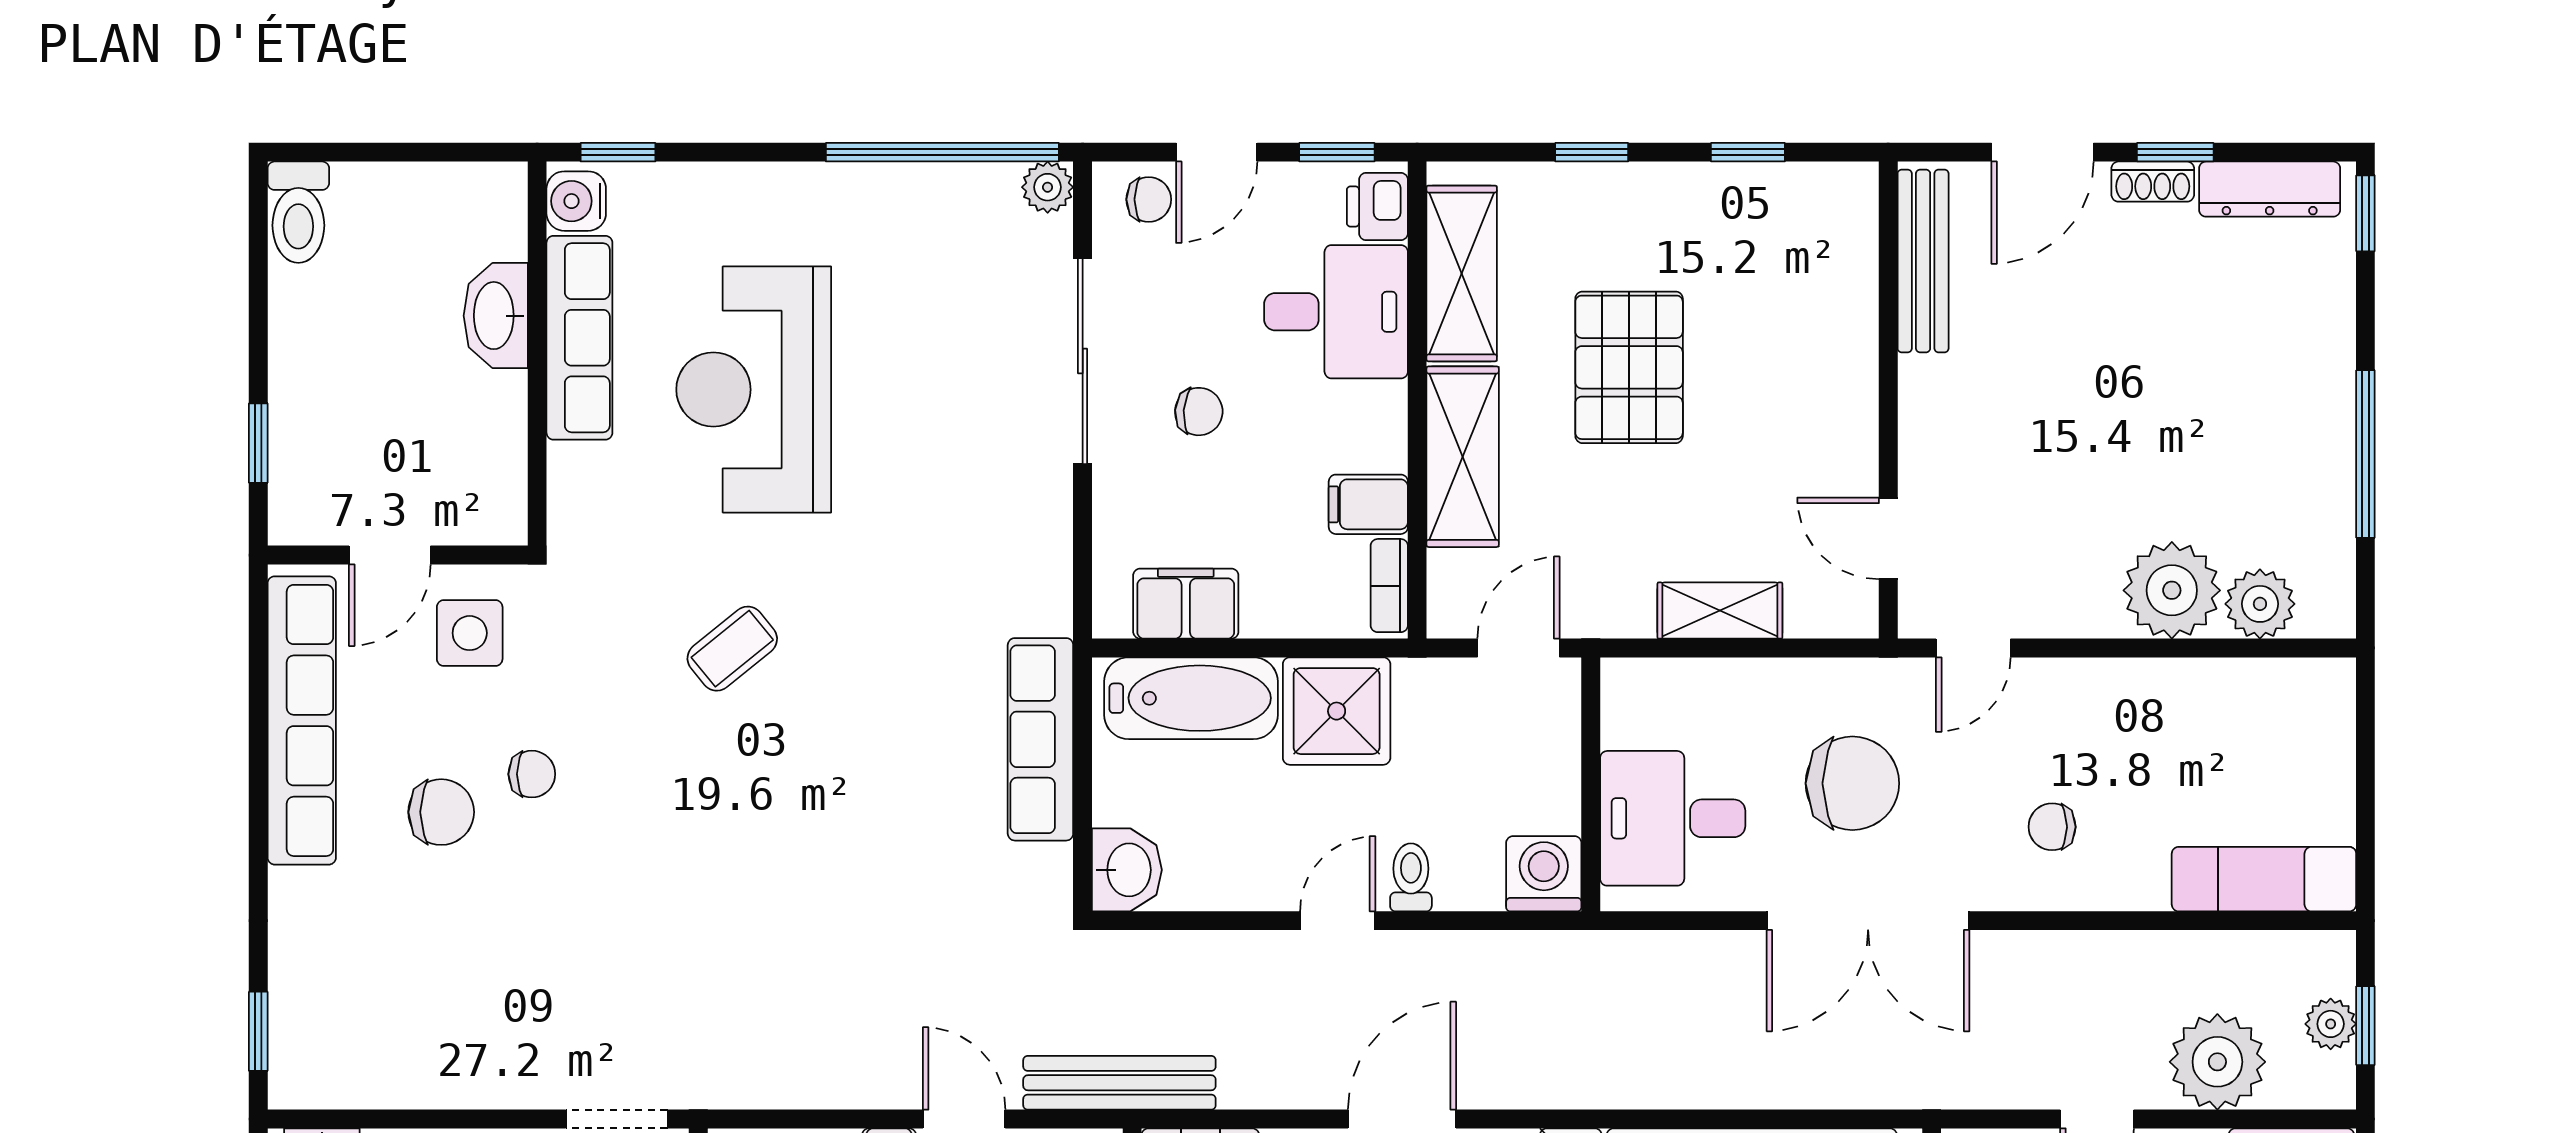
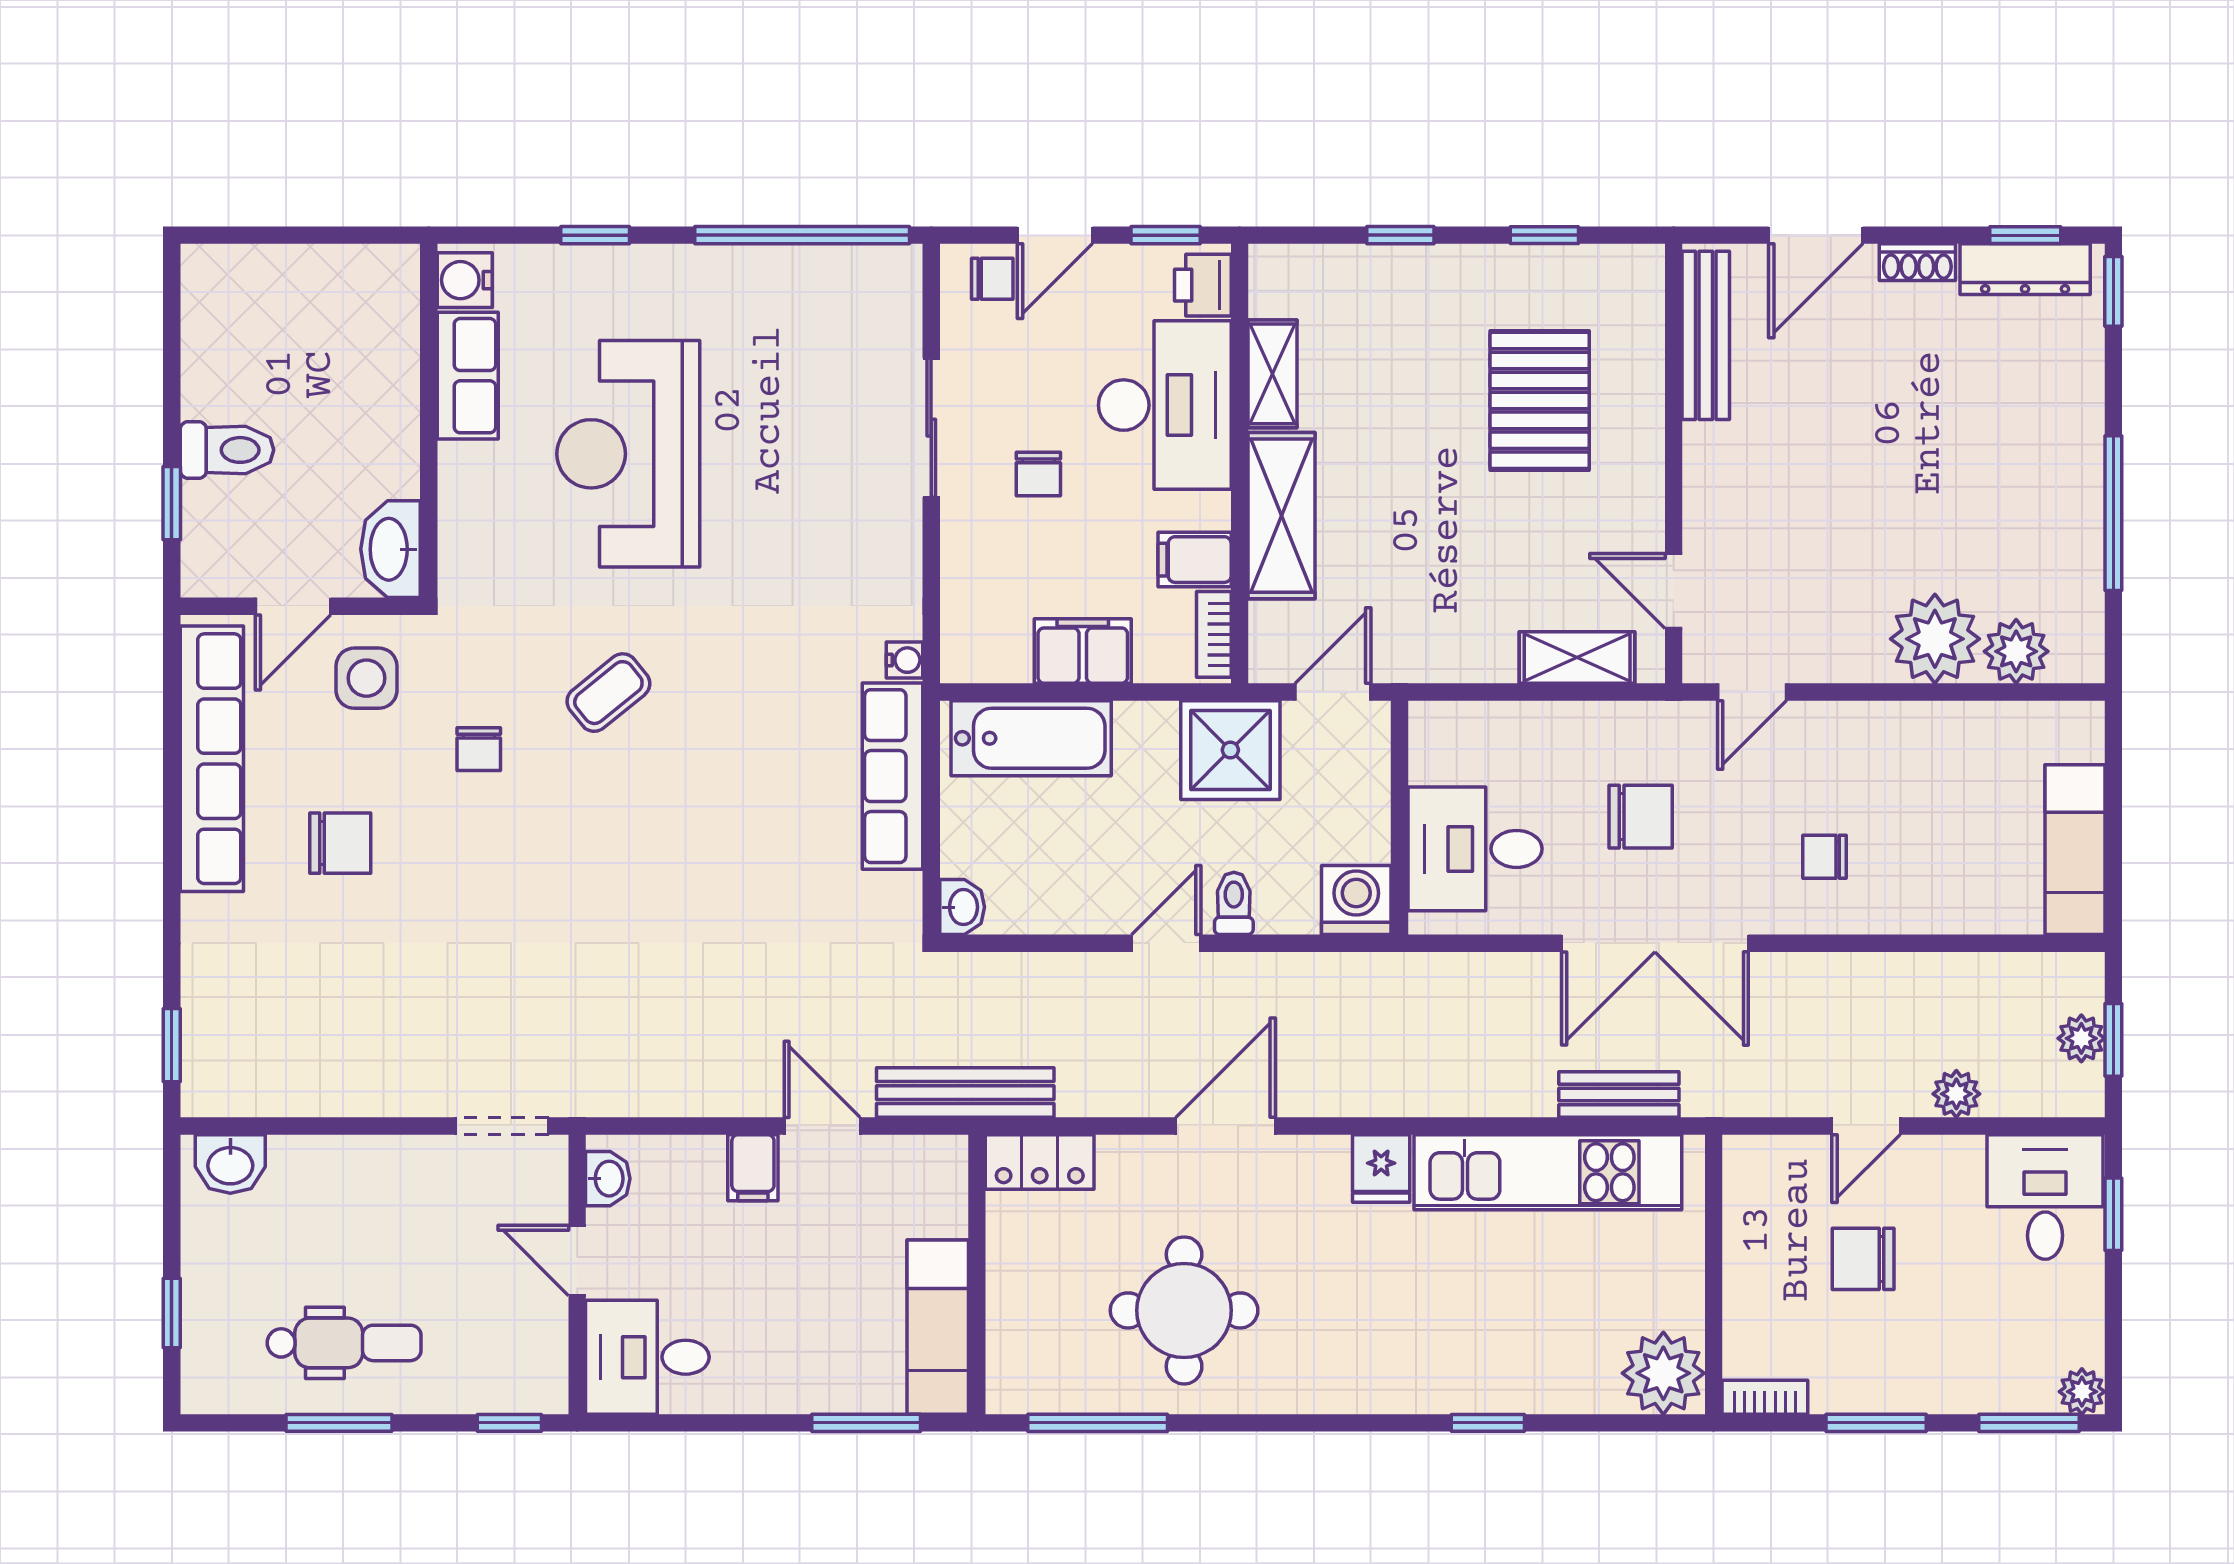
window: (618, 152) -> (595, 235), moved
window: (2175, 152) -> (2025, 235), moved
plant: (1048, 187) -> (899, 267), removed
toilet: (298, 212) -> (227, 450), moved, turned -90
shelving: (1462, 273) -> (1272, 374), width x0.67, depth x0.75
desk: (1336, 312) -> (1165, 405), width x1.37
washbasin: (496, 316) -> (390, 549), moved
row of seats: (579, 338) -> (468, 376), width x0.68
sliding door: (1083, 361) -> (931, 428), width x0.73
pallet: (1629, 367) -> (1540, 400), moved
chair: (1199, 412) -> (1038, 474), turned 86
filing cabinet: (1186, 604) -> (1083, 651), moved
shelving: (1720, 611) -> (1577, 657), moved
water cooler: (1054, 613) -> (904, 660), added
shower: (1337, 711) -> (1230, 750), moved
chair: (532, 774) -> (479, 749), moved, turned 90
chair: (1852, 783) -> (1641, 817), width x0.73, depth x0.73
washbasin: (1127, 870) -> (962, 907), width x0.72, depth x0.69
exam couch: (2264, 879) -> (2075, 850), moved, turned -90
plant: (2217, 1062) -> (1956, 1094), width x0.53, depth x0.53
bench: (1829, 1085) -> (1619, 1095), added

